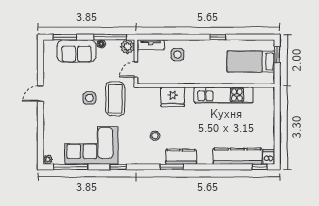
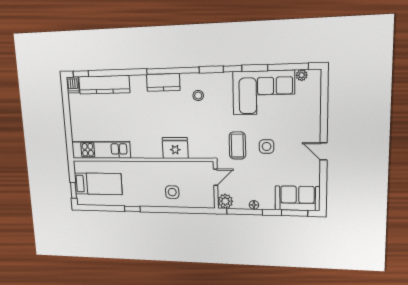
tv unit: (151, 45) -> (201, 203), removed
sofa: (77, 51) -> (297, 198), moved
door: (40, 94) -> (324, 151), swing flipped
kitchen unit: (223, 95) -> (101, 150), moved
coffee table: (115, 99) -> (237, 146), width x0.73, depth x0.76
stool: (155, 136) -> (198, 95), moved
plant: (48, 160) -> (302, 75), moved
window: (172, 167) -> (173, 71), width x2.11

